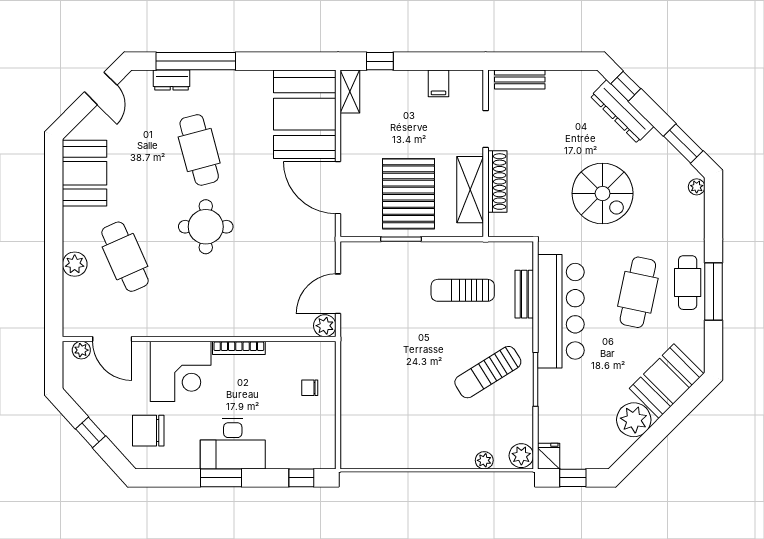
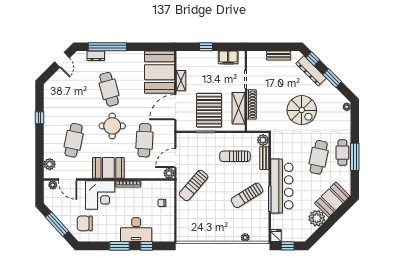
window: (380, 61) -> (206, 47), moved
bench: (520, 79) -> (279, 56), moved
filing cabinet: (438, 83) -> (228, 57), width x2.00
shelving: (350, 91) -> (181, 81), moved
window: (683, 144) -> (332, 78), moved
booth: (85, 173) -> (108, 168), moved, turned 90
door: (338, 188) -> (175, 107), hinge flipped
window: (54, 210) -> (40, 118), added
cafe table: (125, 257) -> (74, 140), turned 36
cafe table: (273, 257) -> (144, 140), added
plant: (75, 264) -> (50, 164), moved
bar counter: (561, 311) -> (282, 186), moved
sun lounger: (376, 351) -> (194, 185), added
window: (90, 432) -> (57, 224), width x2.17
desk: (233, 444) -> (136, 230), moved
plant: (521, 456) -> (263, 140), moved
window: (301, 478) -> (147, 246), moved

